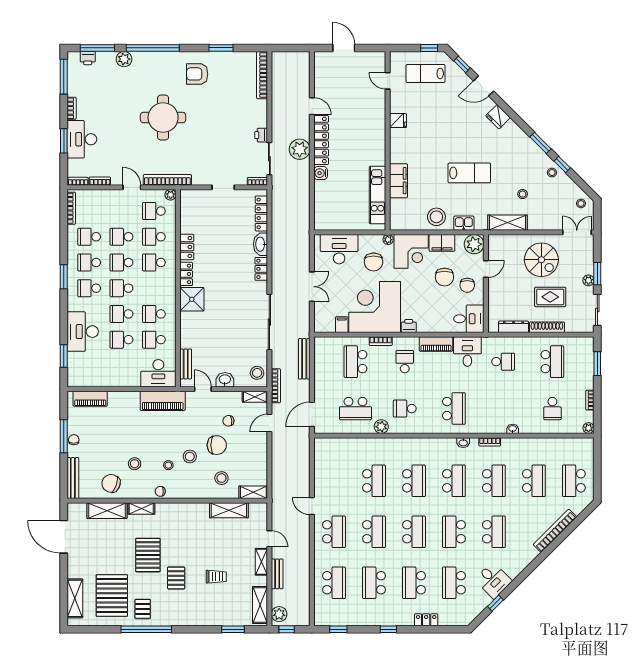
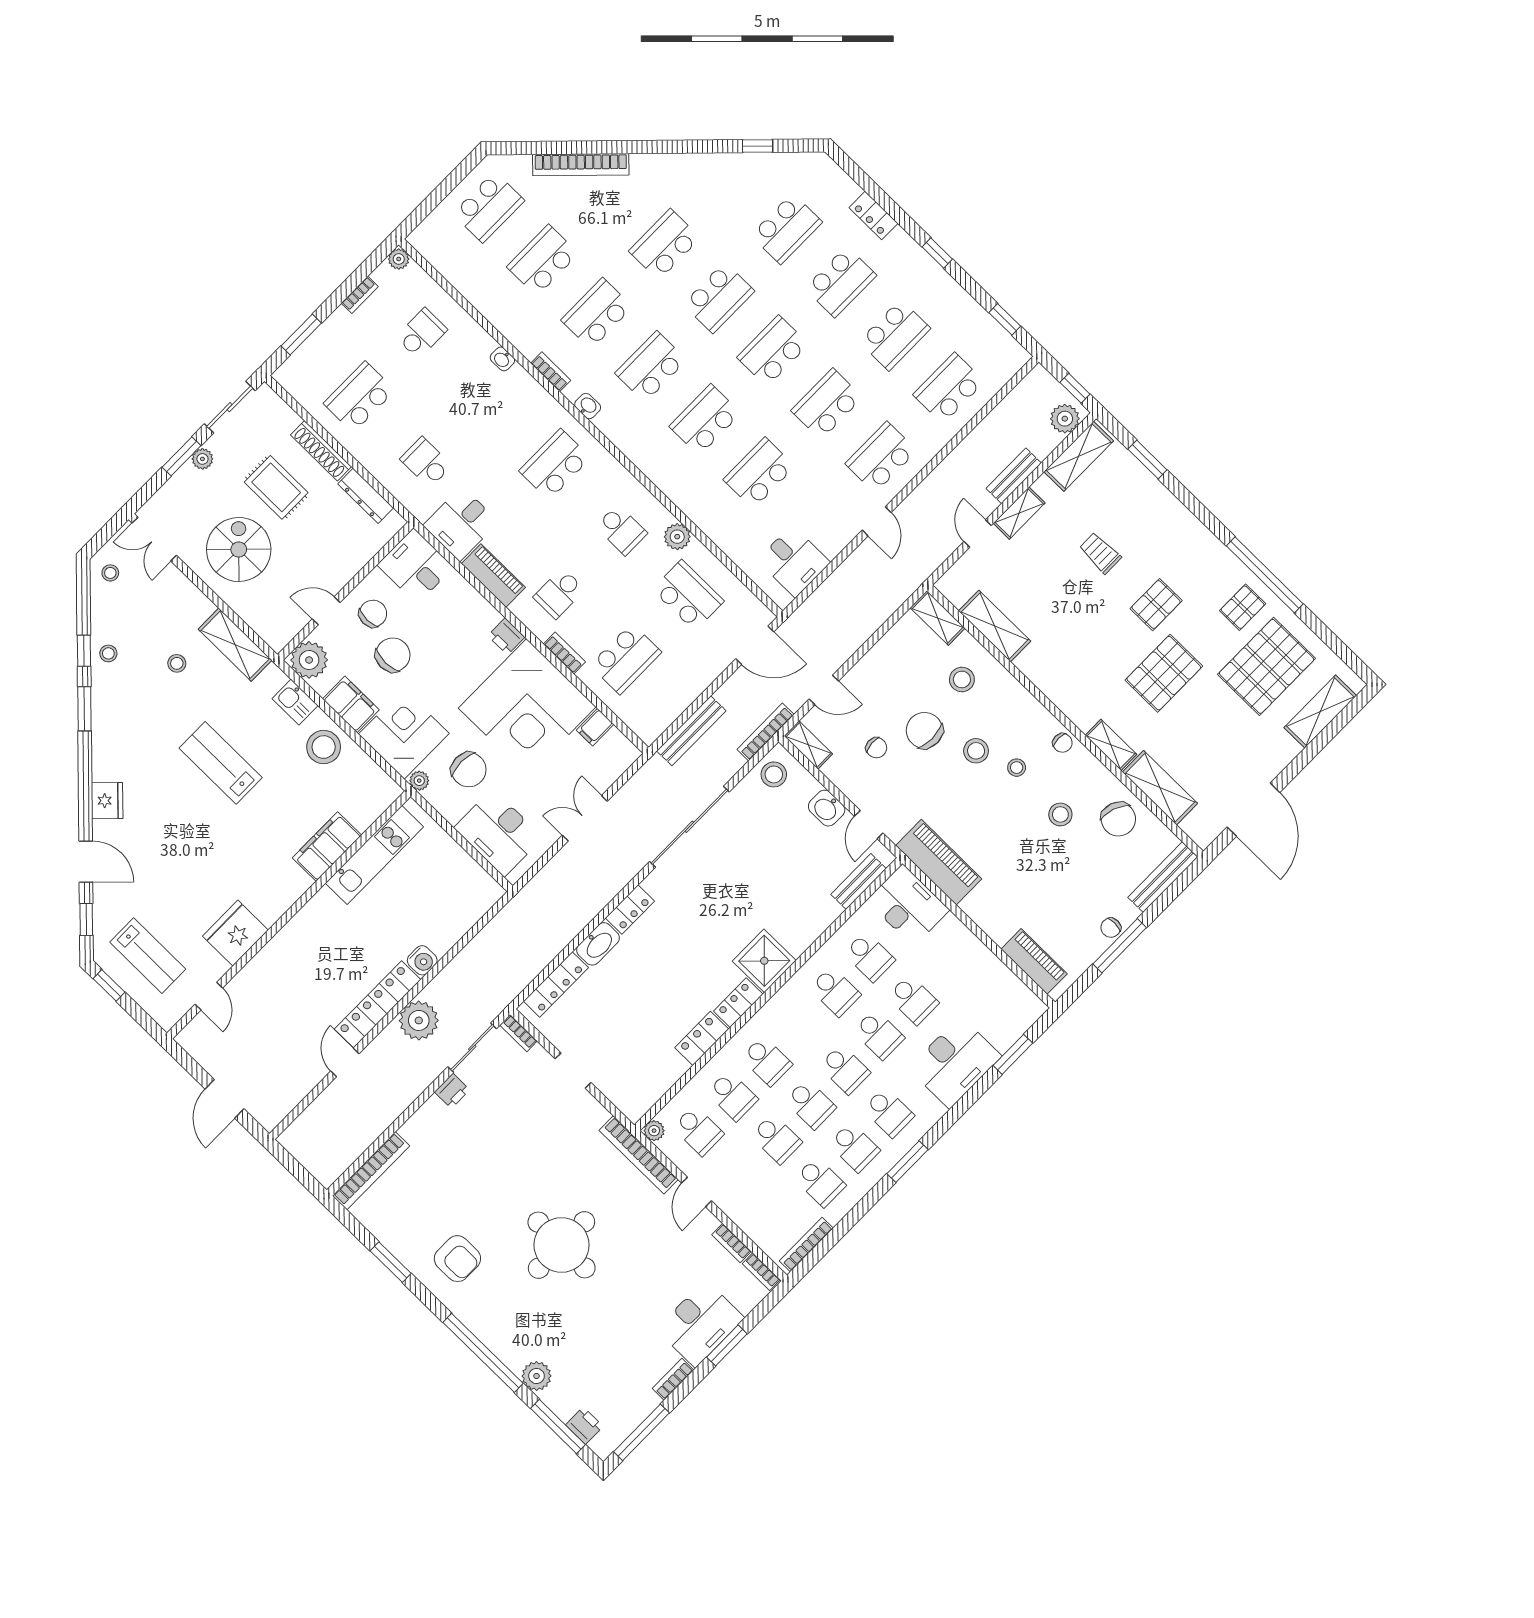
fridge: (398, 121) -> (235, 933), width x1.88, depth x1.34
chair: (374, 262) -> (469, 770), turned 90
desk: (493, 580) -> (794, 561), moved, turned 135

